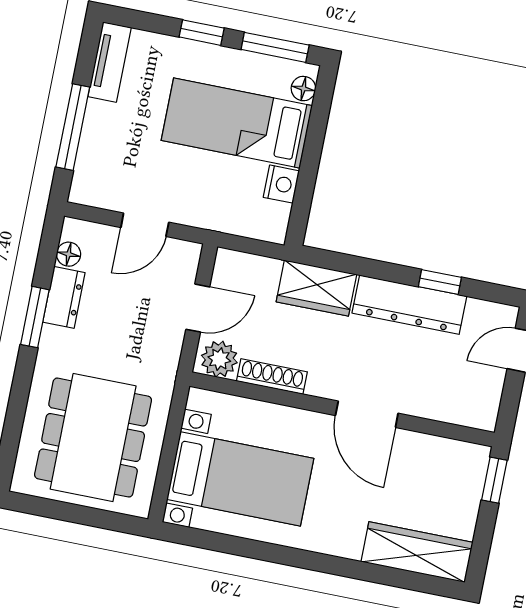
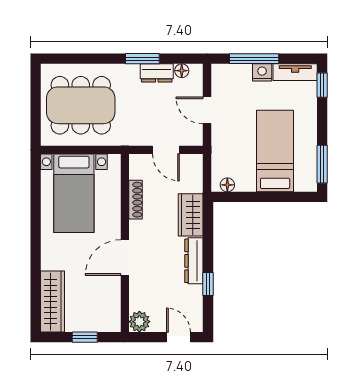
window: (202, 33) -> (322, 85), moved
floor lamp: (303, 89) -> (227, 185), moved
nightstand: (281, 184) -> (262, 72), moved, turned 180
dresser: (409, 305) -> (194, 261), width x0.73, depth x0.80
plant: (219, 359) -> (139, 322), moved
window: (494, 480) -> (85, 337), moved

